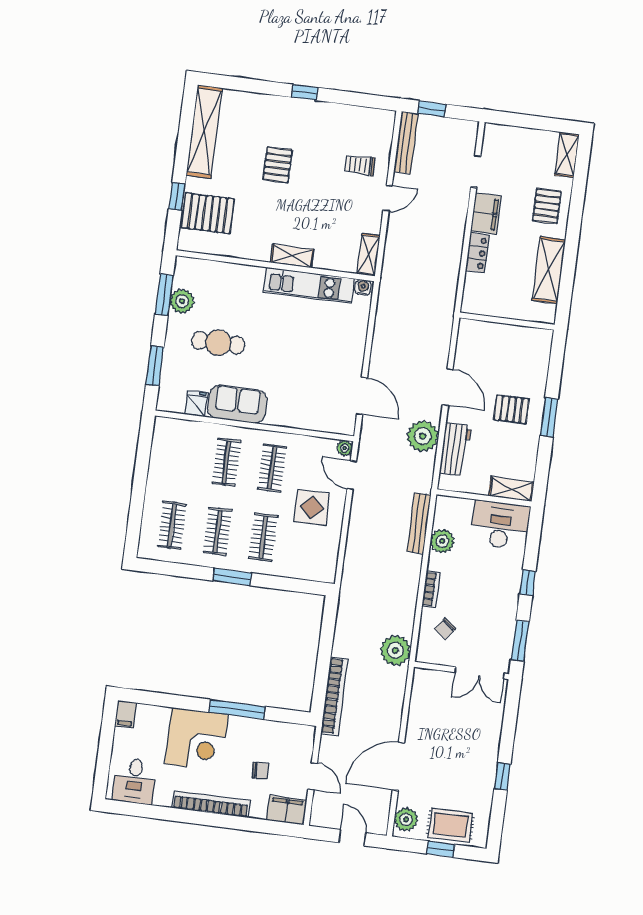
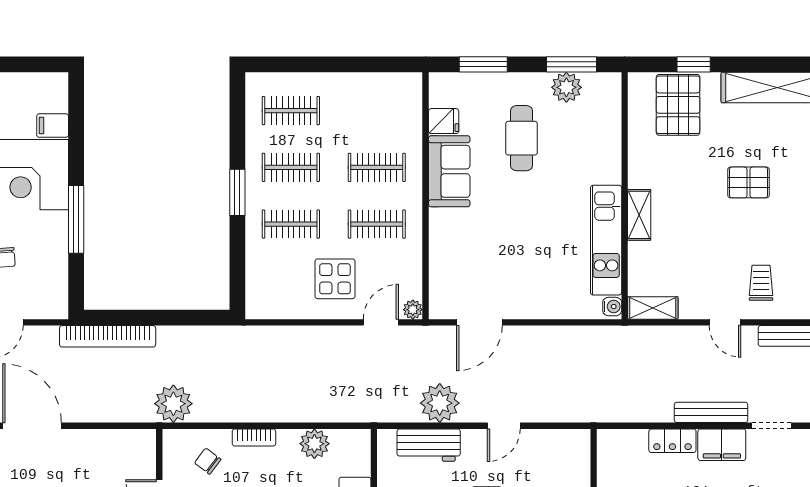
door: (448, 387) -> (504, 426), width x0.73
bench: (419, 523) -> (711, 412), moved
filing cabinet: (126, 714) -> (53, 126), moved

